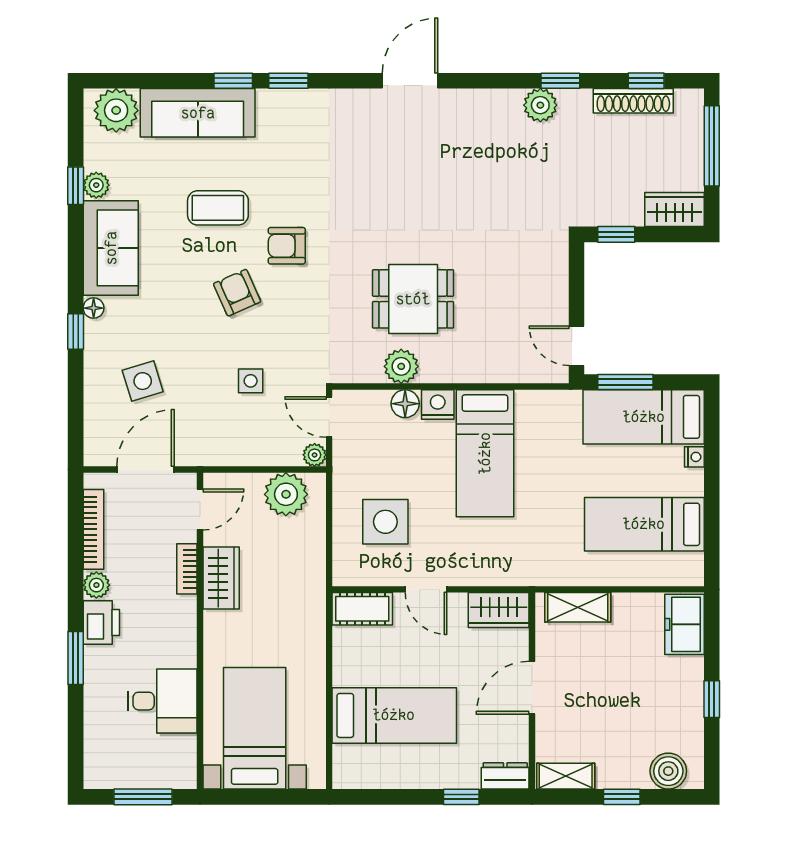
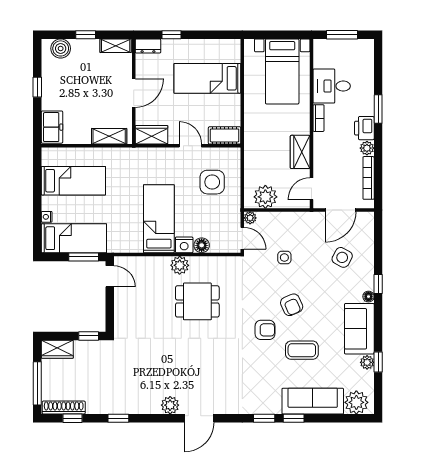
shoe rack: (633, 101) -> (64, 408), moved
plant: (540, 105) -> (170, 405), moved
plant: (401, 366) -> (180, 265), moved
side table: (143, 381) -> (342, 257), turned 45
bookcase: (187, 569) -> (318, 118), moved

